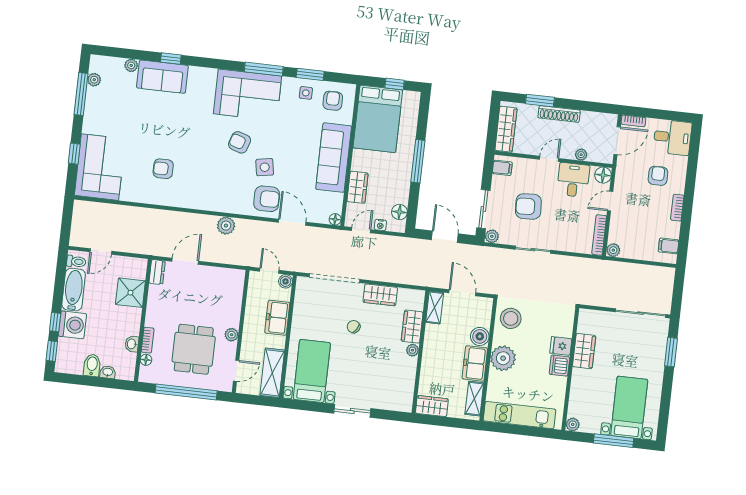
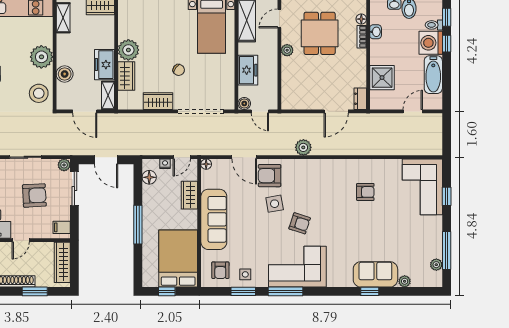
toilet: (76, 262) -> (434, 25), moved
plant: (412, 350) -> (128, 50), width x1.88, depth x1.88
freezer: (475, 363) -> (105, 65), moved, turned 180

